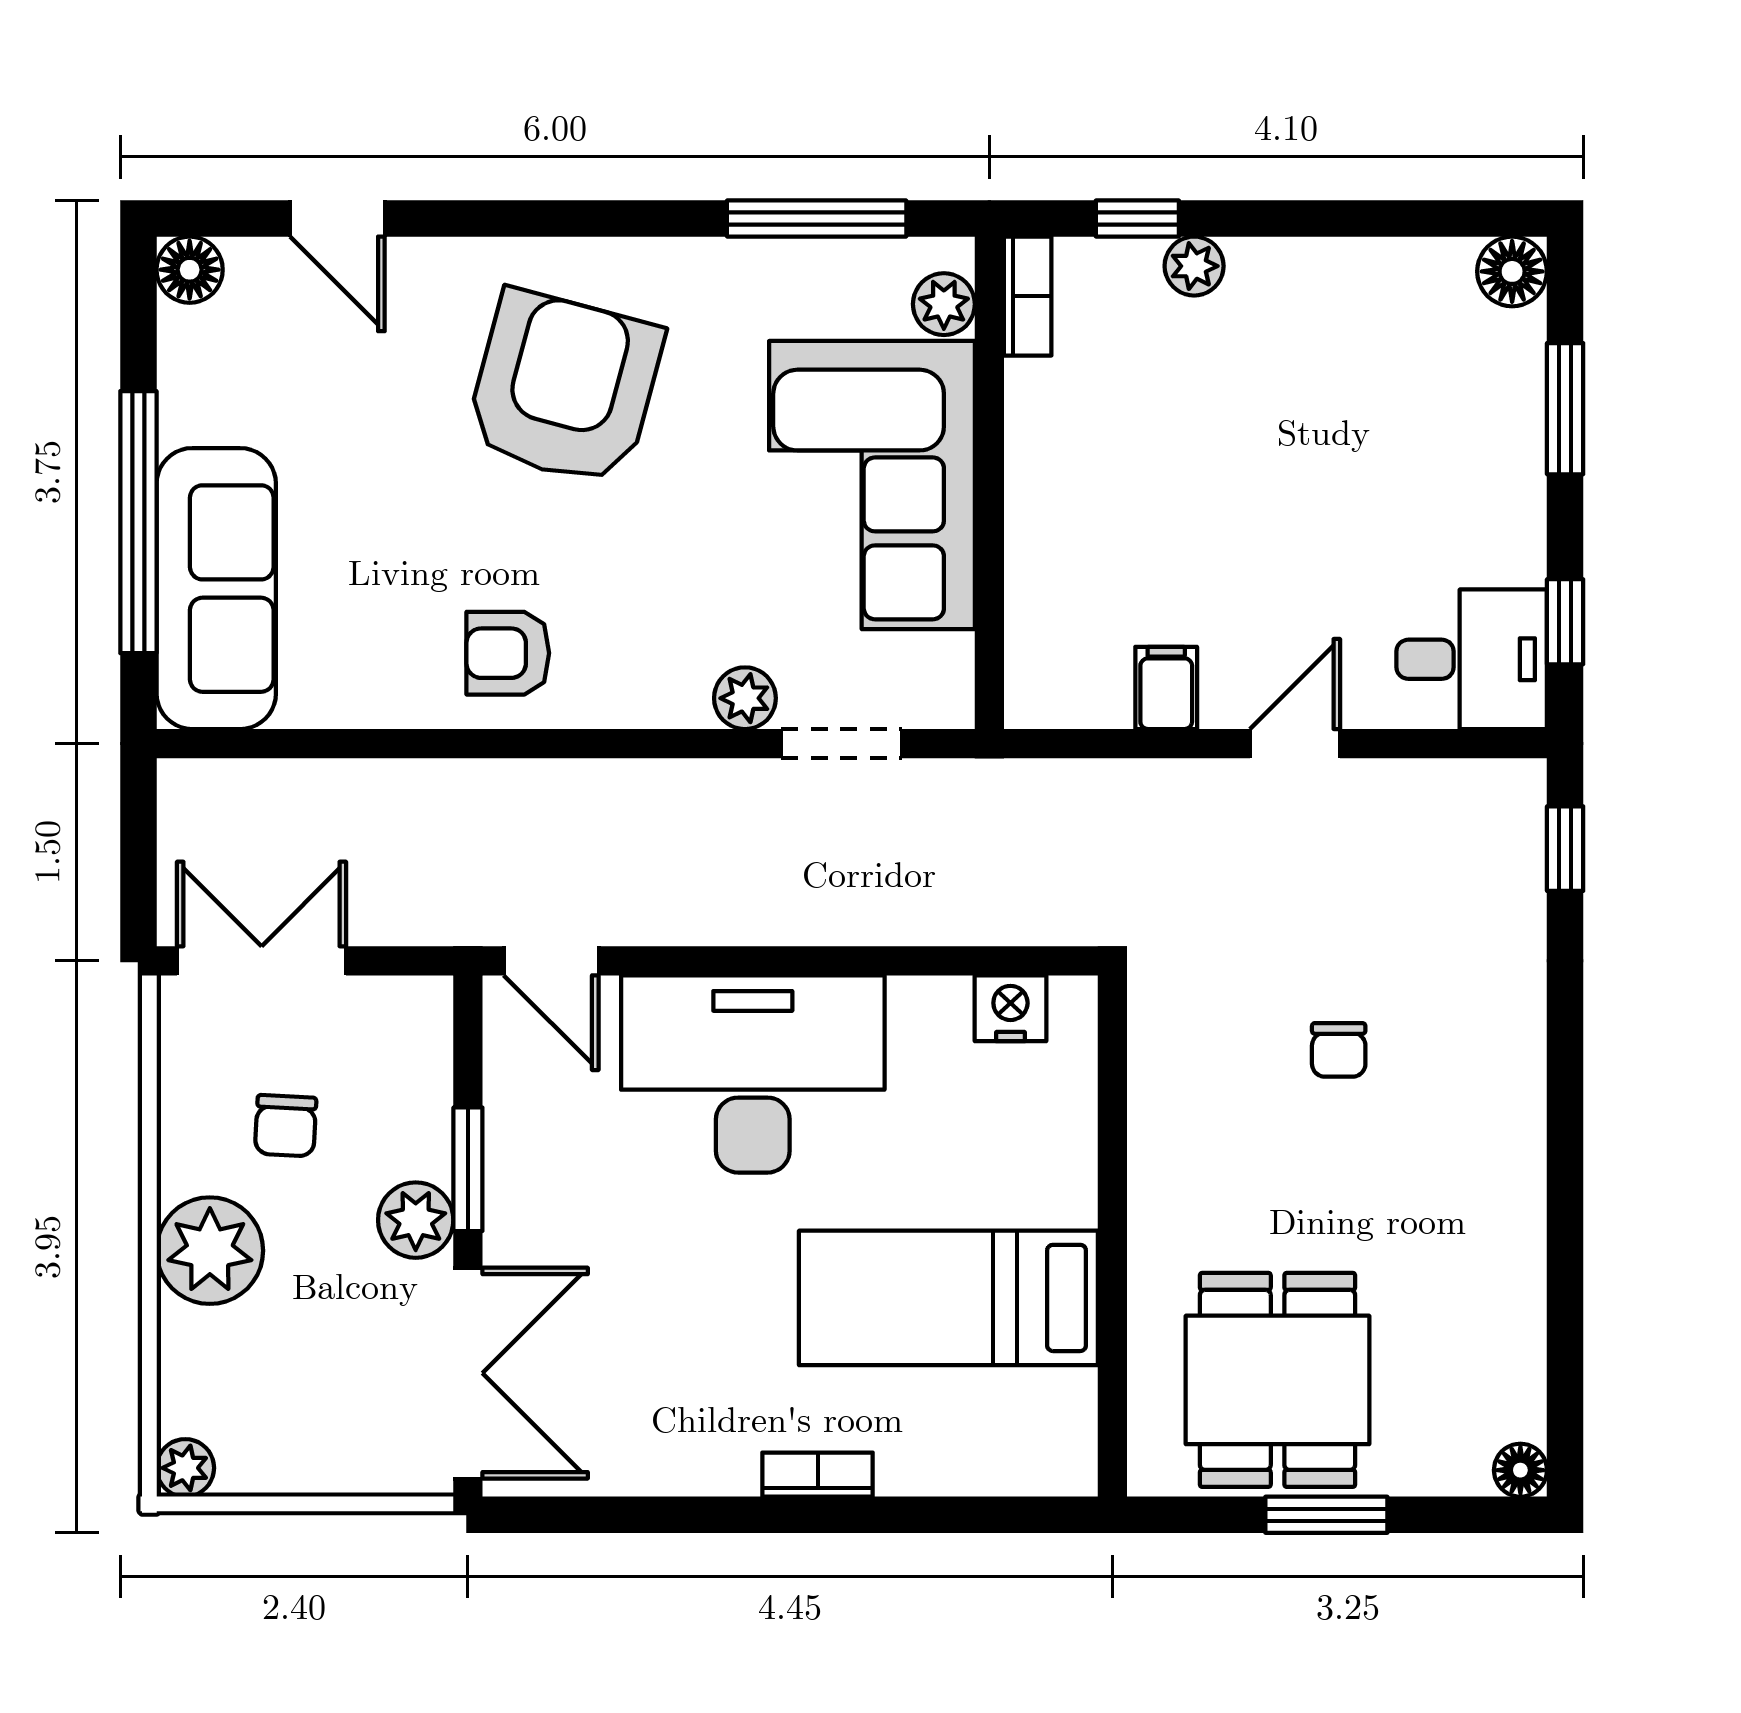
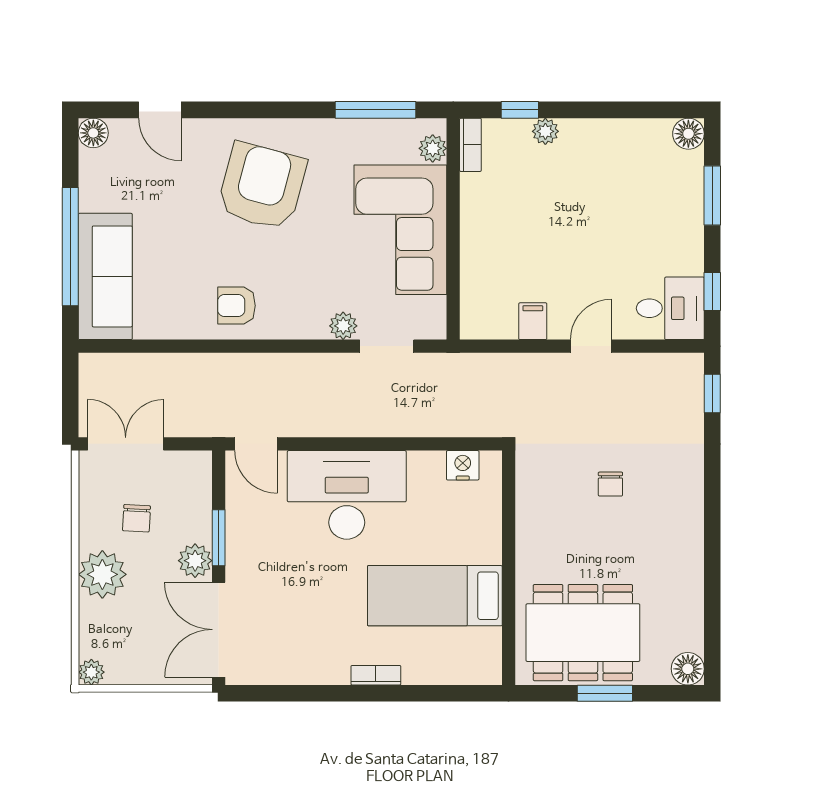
double door: (468, 1373) -> (219, 630), swing flipped
dining table: (1278, 1380) -> (583, 633), width x1.38
floor lamp: (1520, 1470) -> (688, 669), width x1.37, depth x1.37

